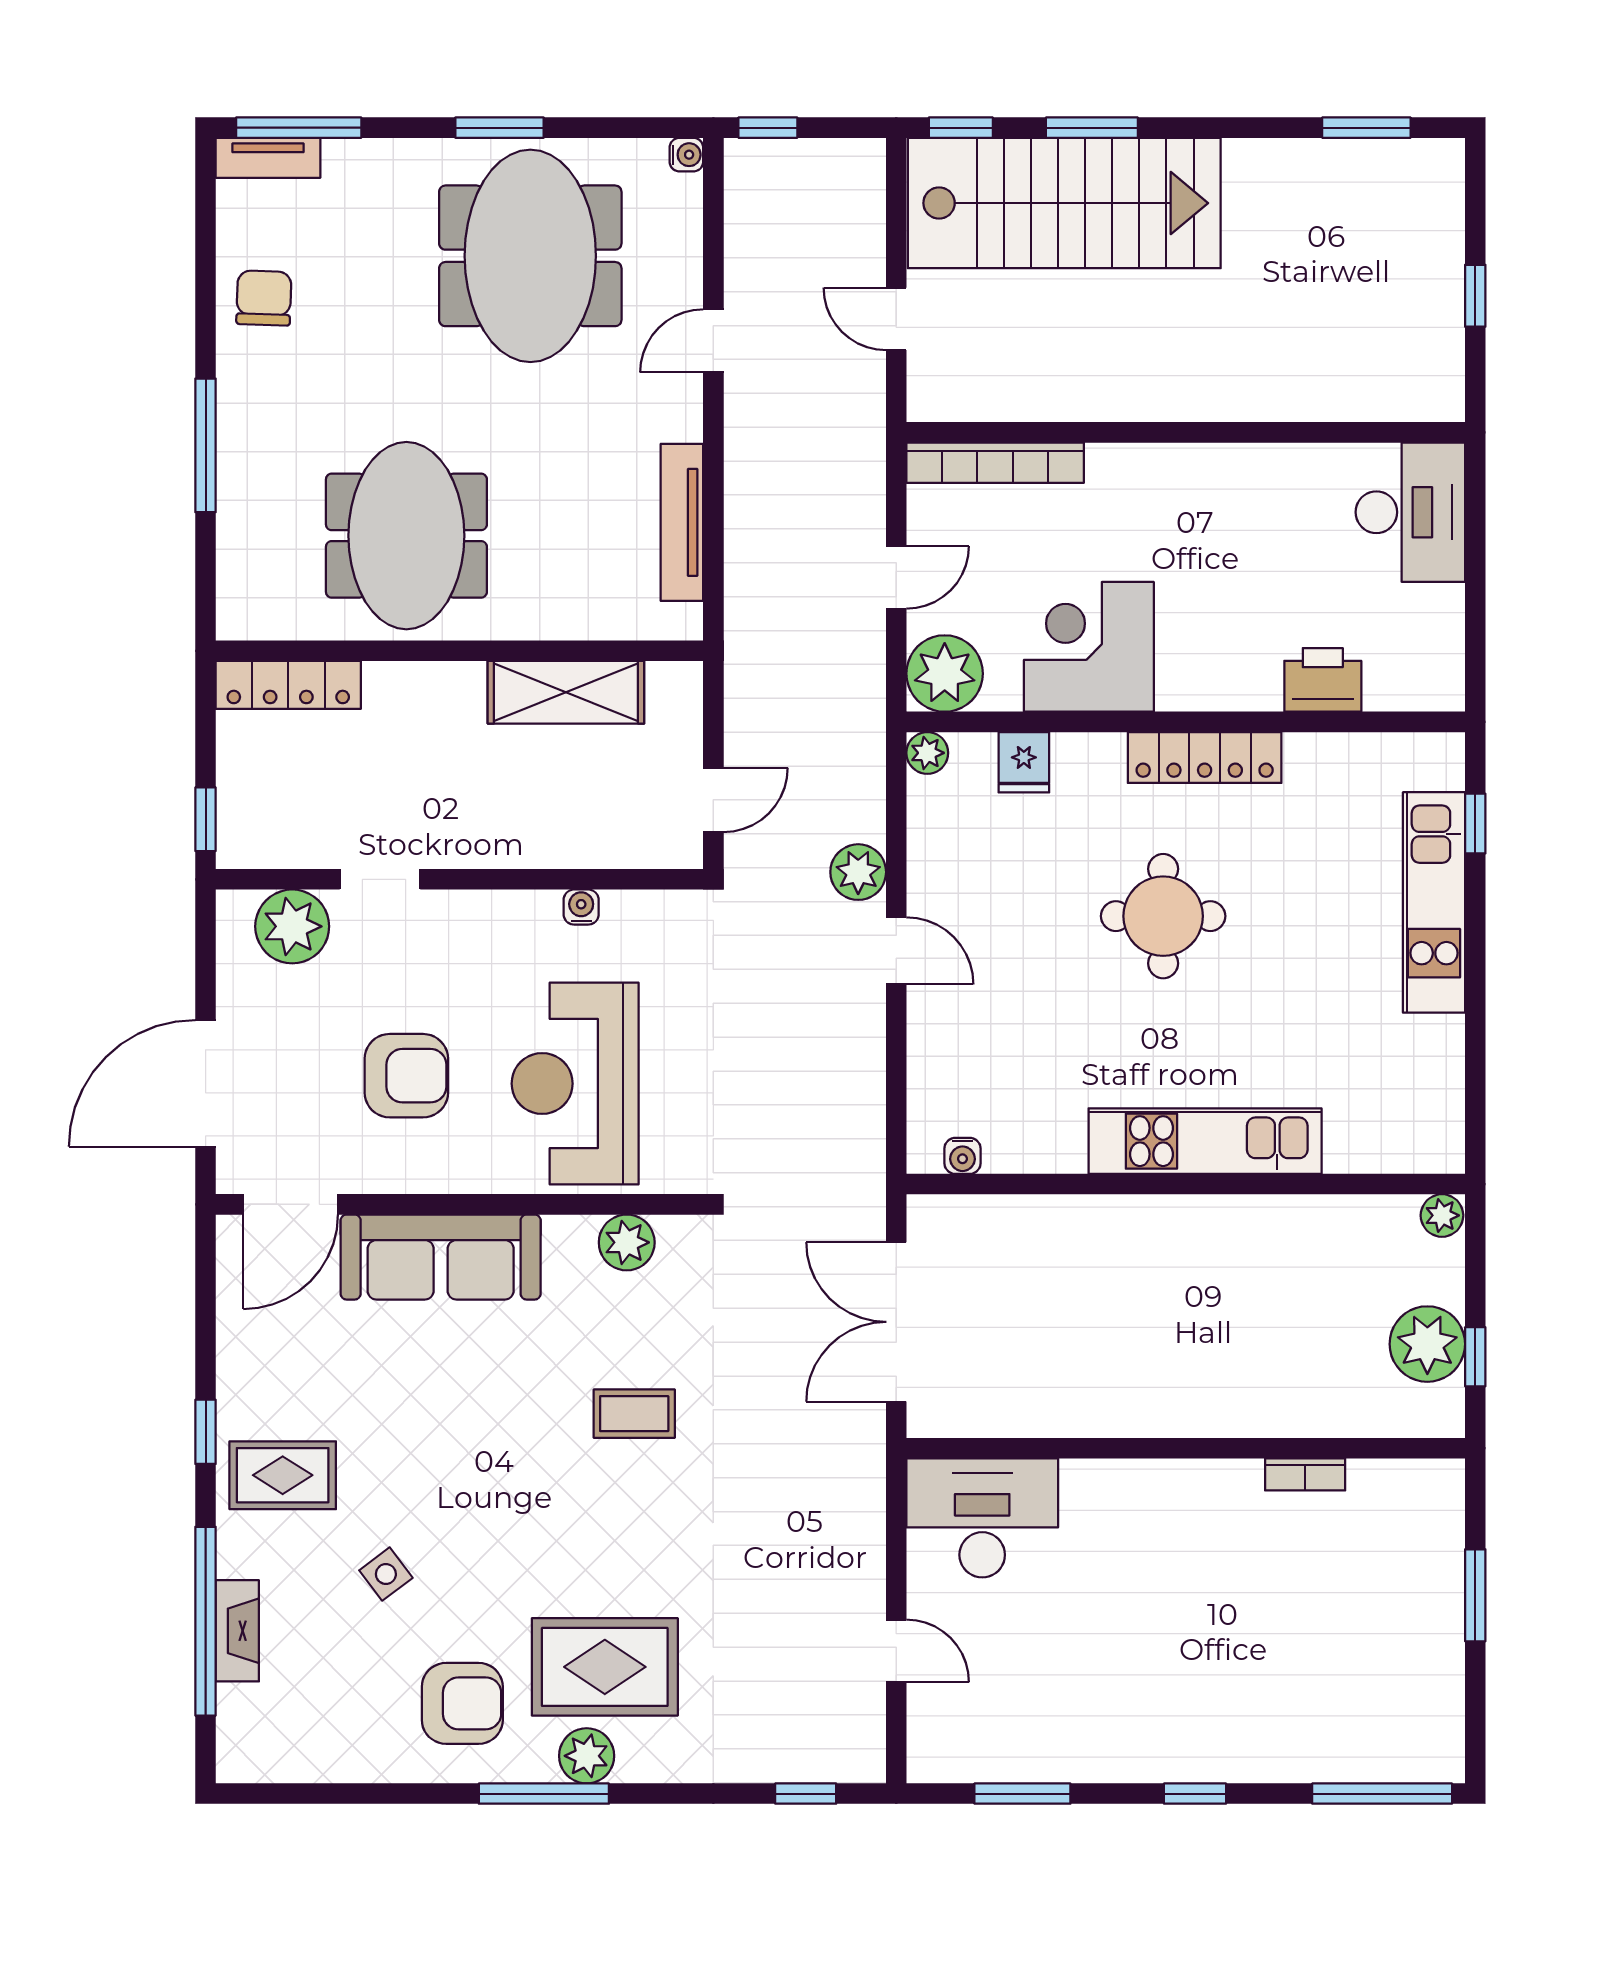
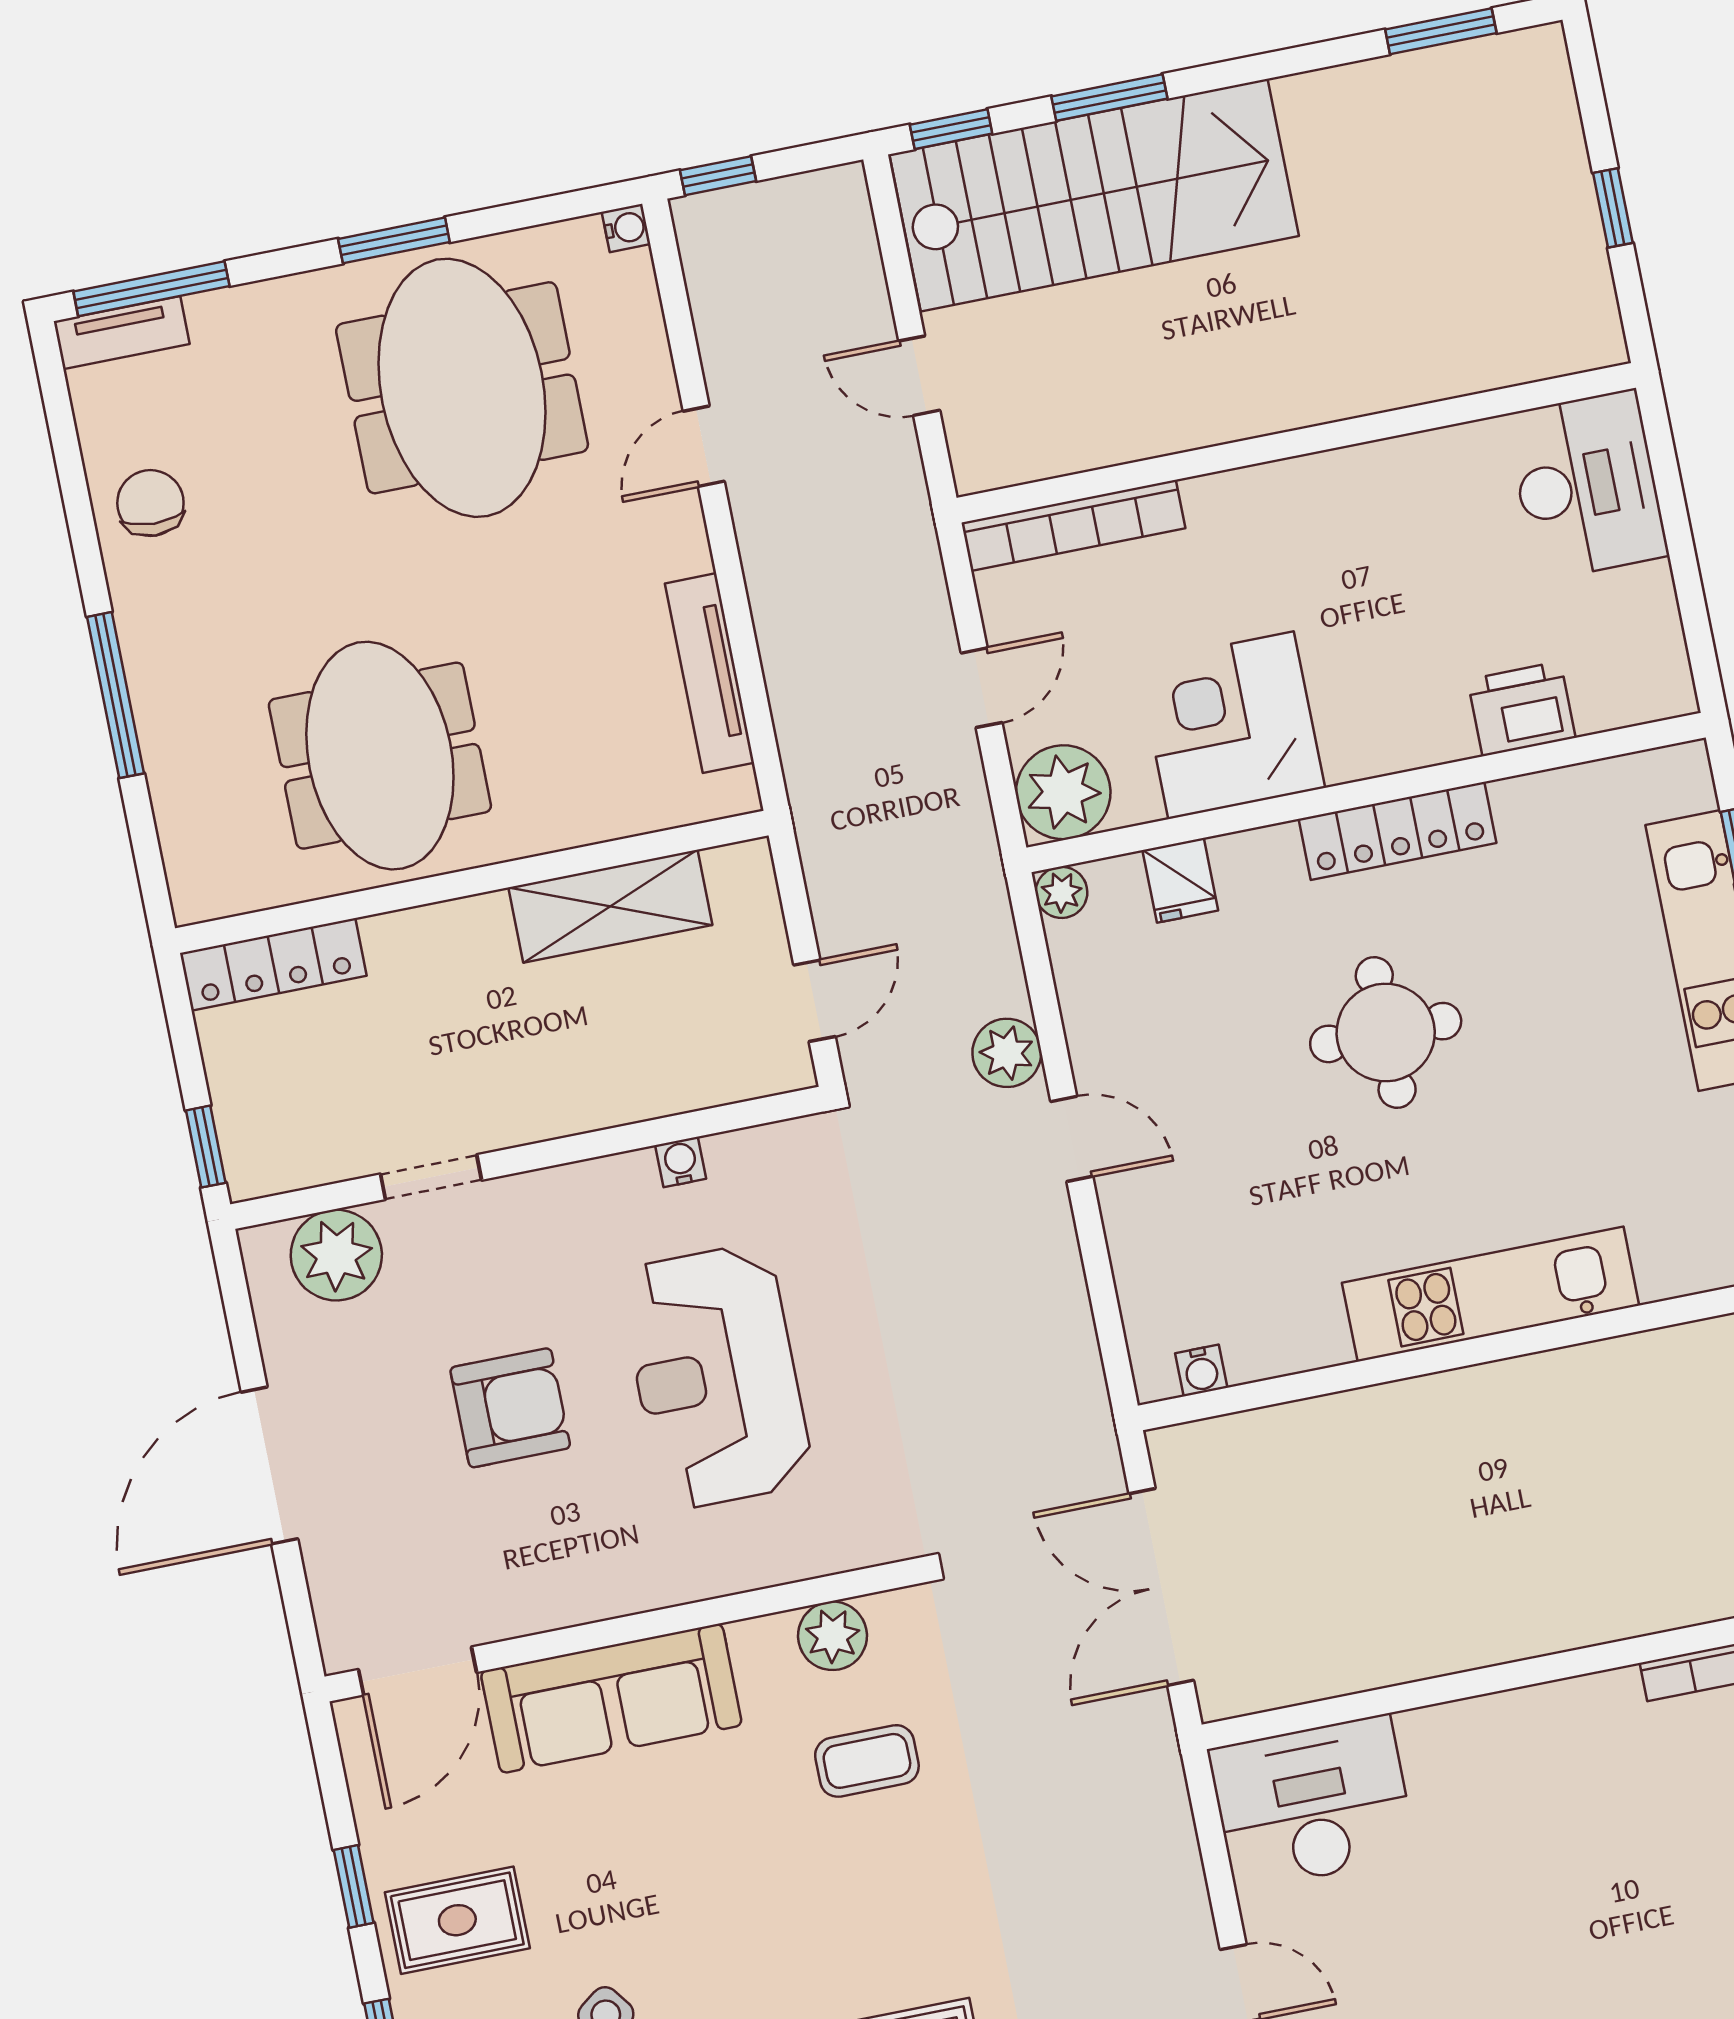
door: (291, 1204) -> (418, 1671), moved
wall: (459, 1204) -> (621, 1630), moved
plant: (627, 1242) -> (833, 1636), moved
sofa: (441, 1257) -> (611, 1698), moved

